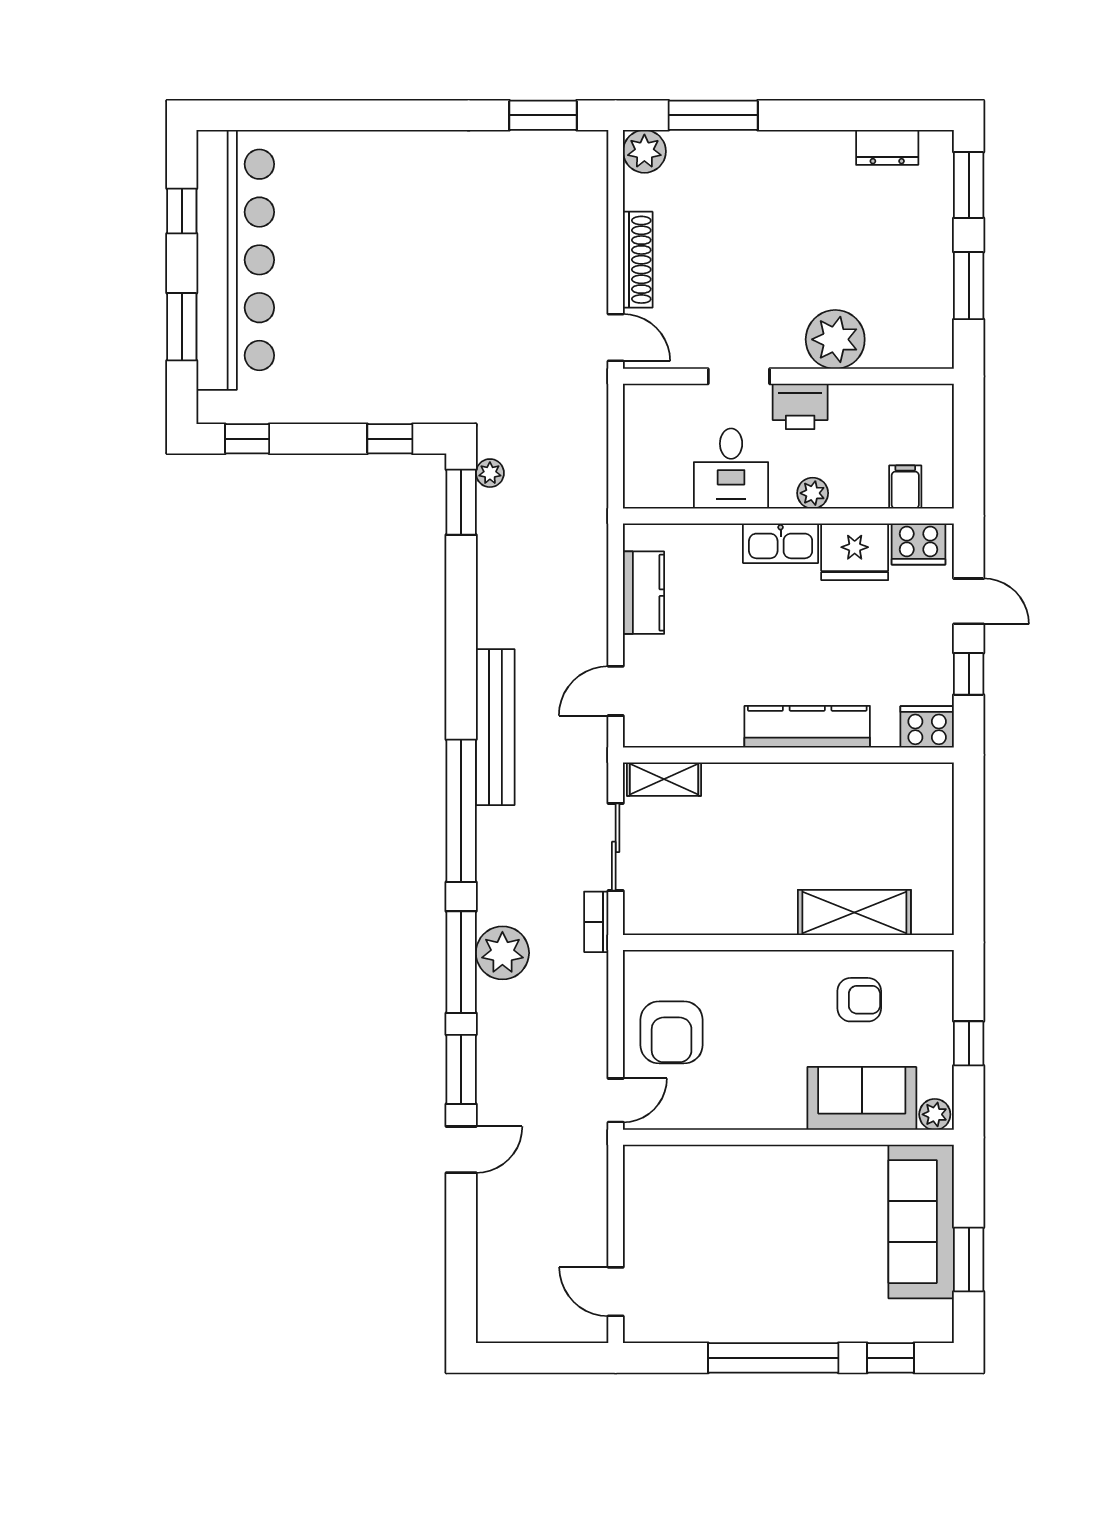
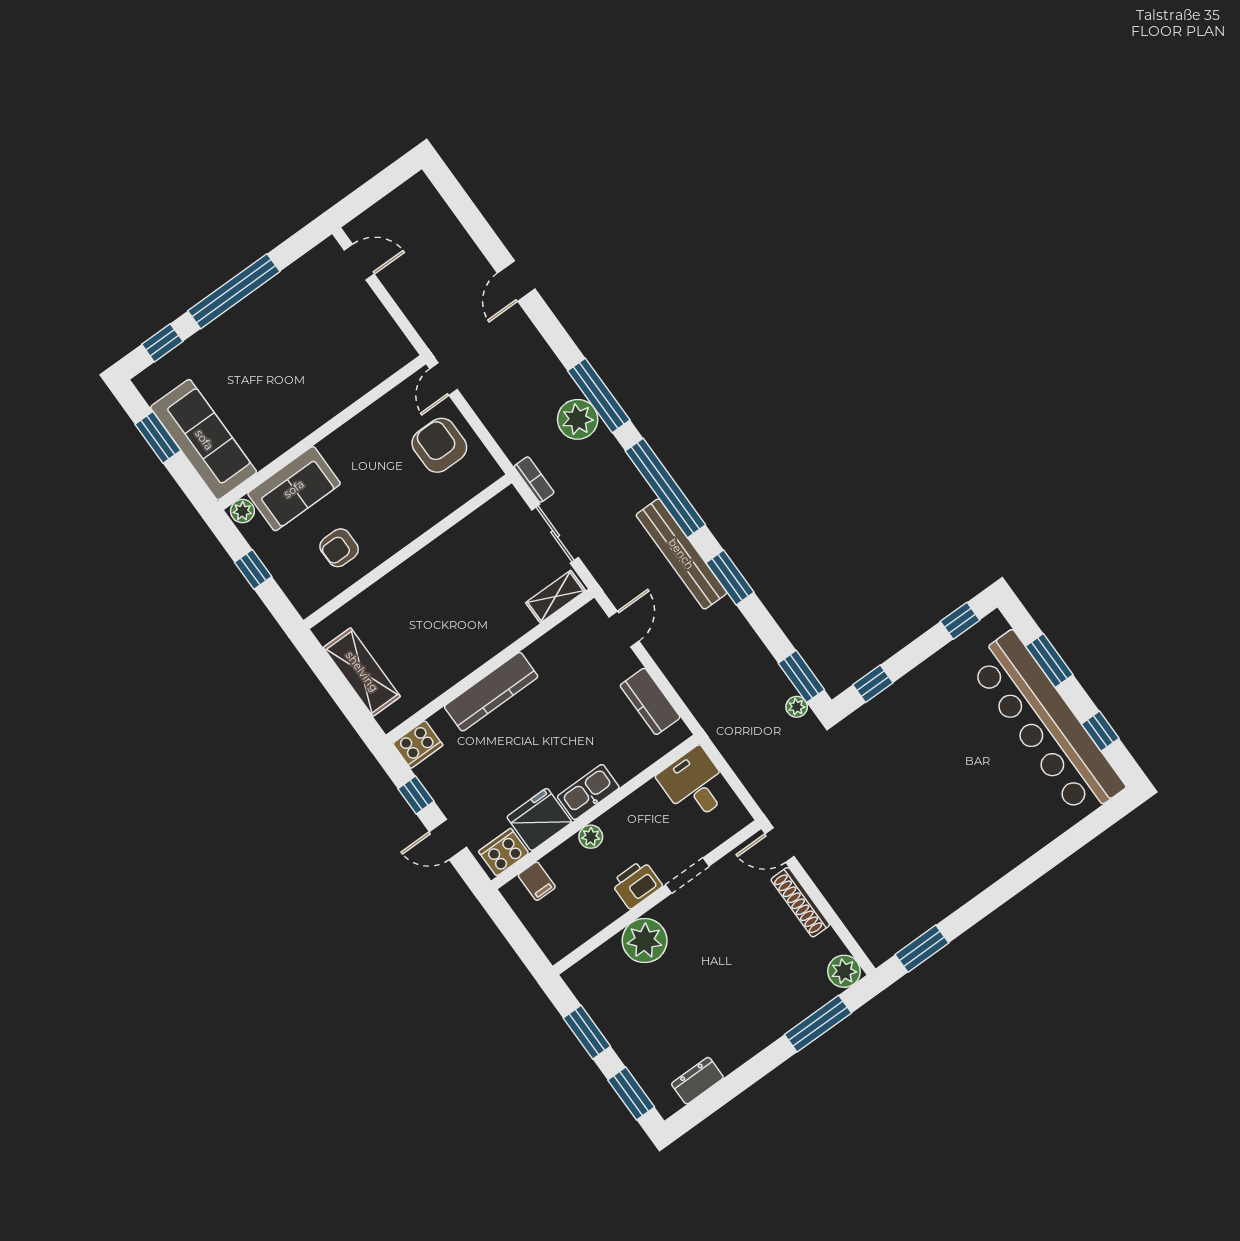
desk: (731, 469) -> (695, 785), moved
shelving: (854, 912) -> (362, 672), moved, turned 90
window: (461, 1069) -> (730, 577), moved

